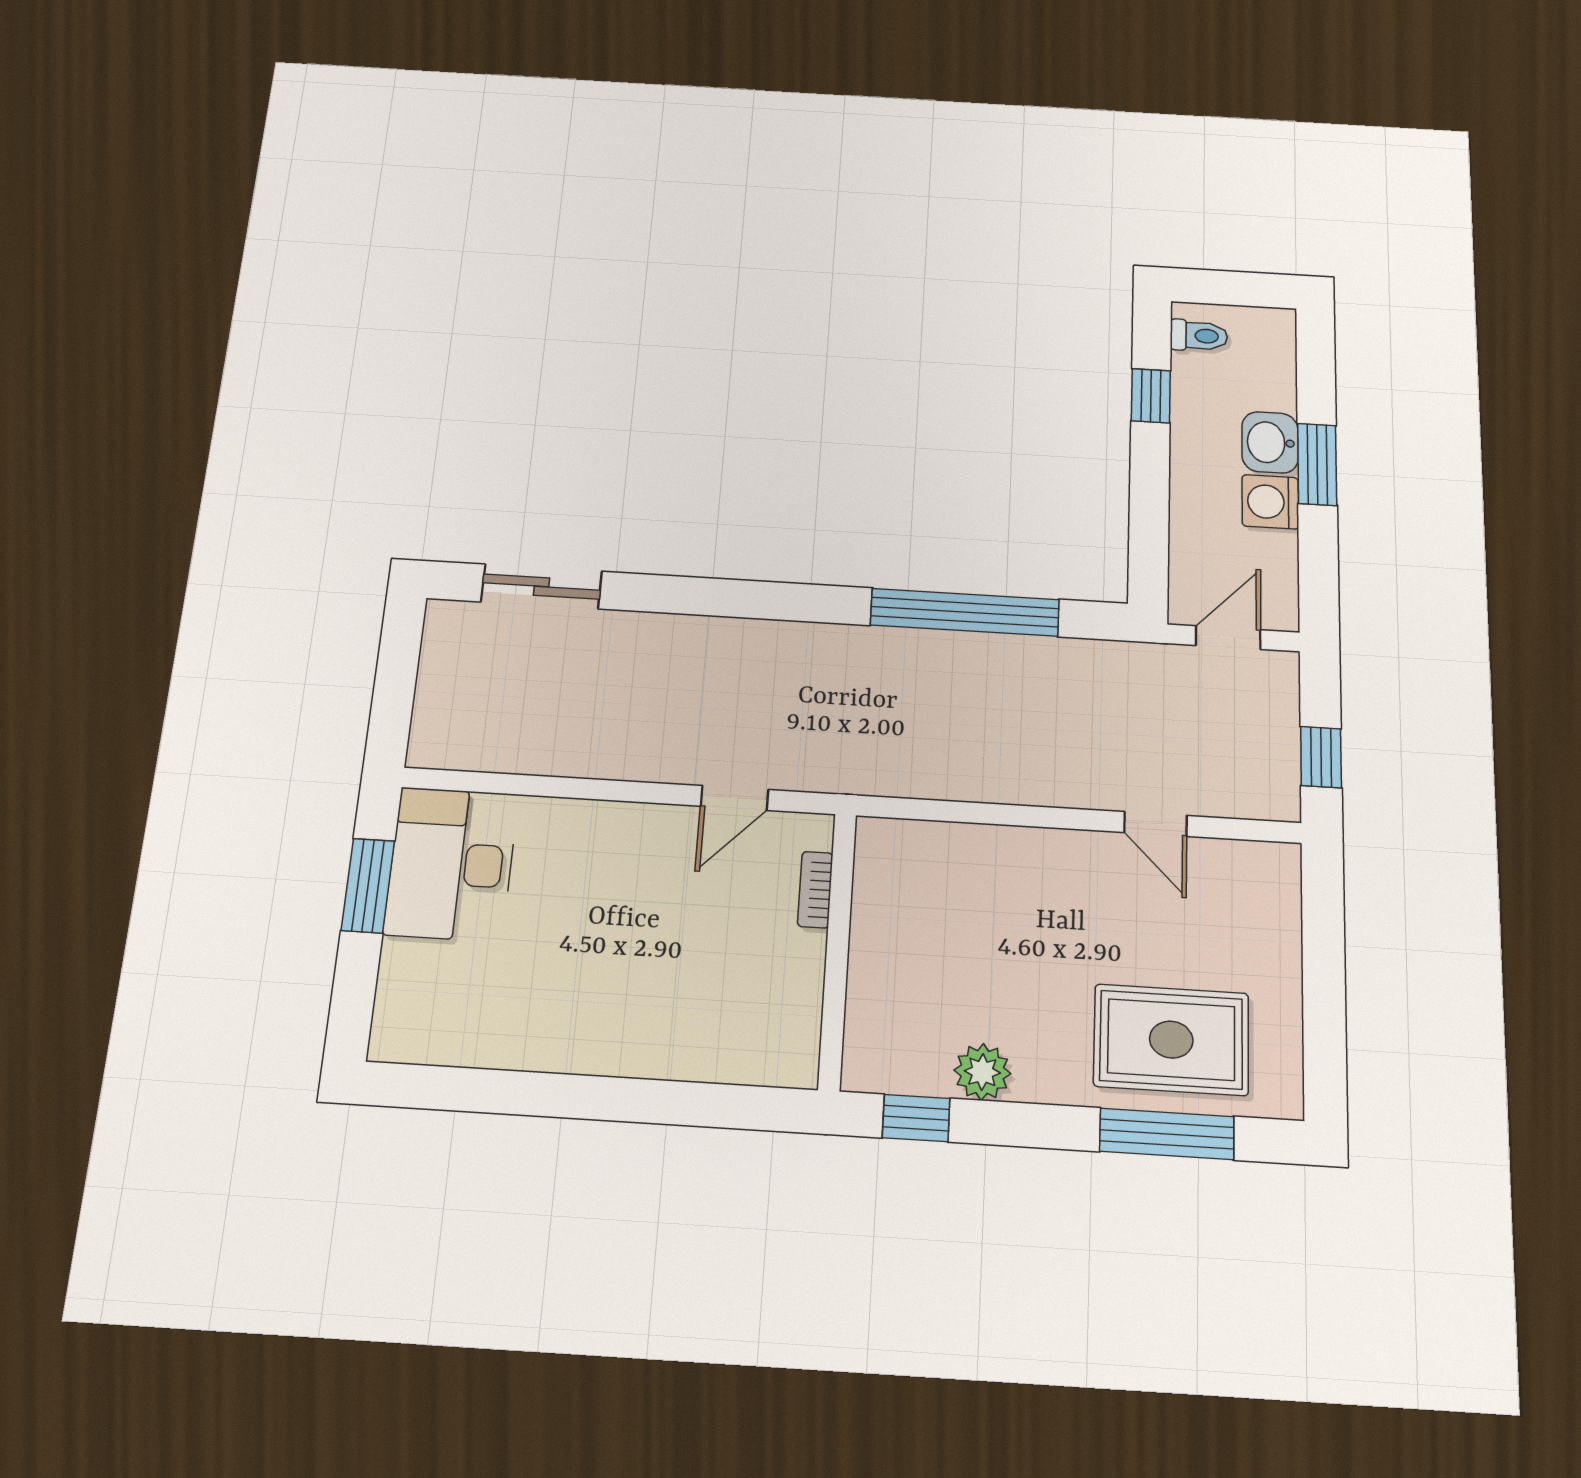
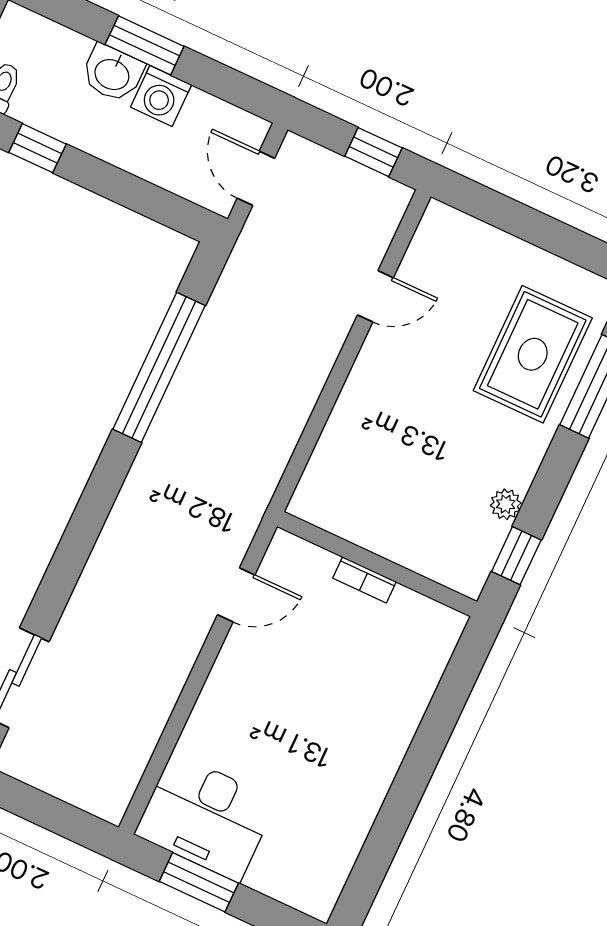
door: (734, 798) -> (236, 595), hinge flipped
bookcase: (815, 890) -> (364, 580), moved
plant: (982, 1072) -> (506, 504), width x0.73, depth x0.73

